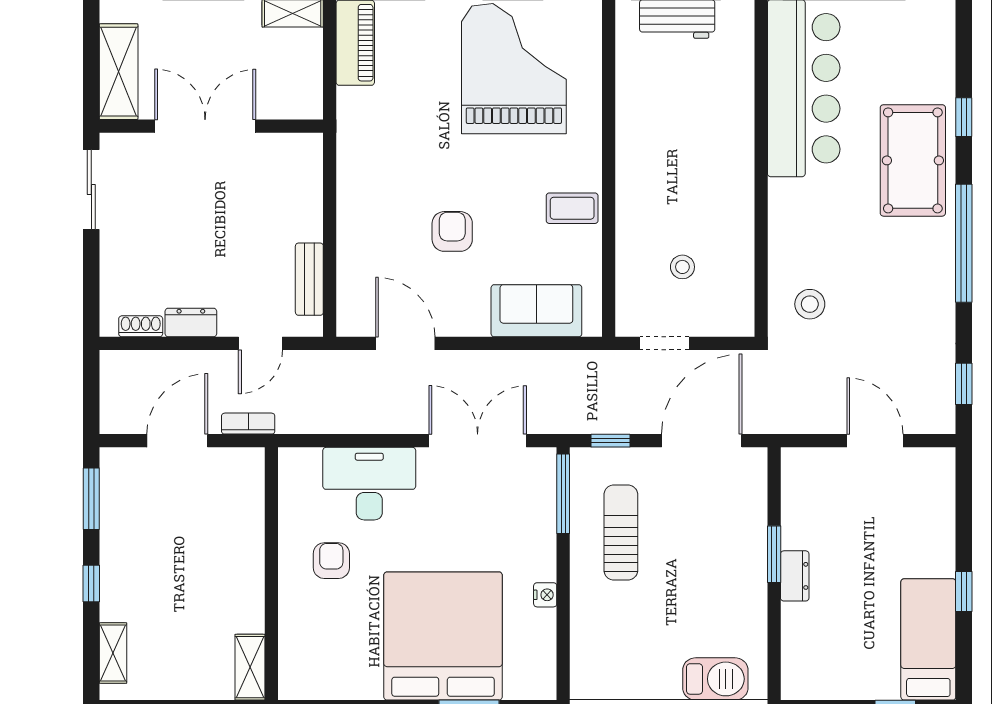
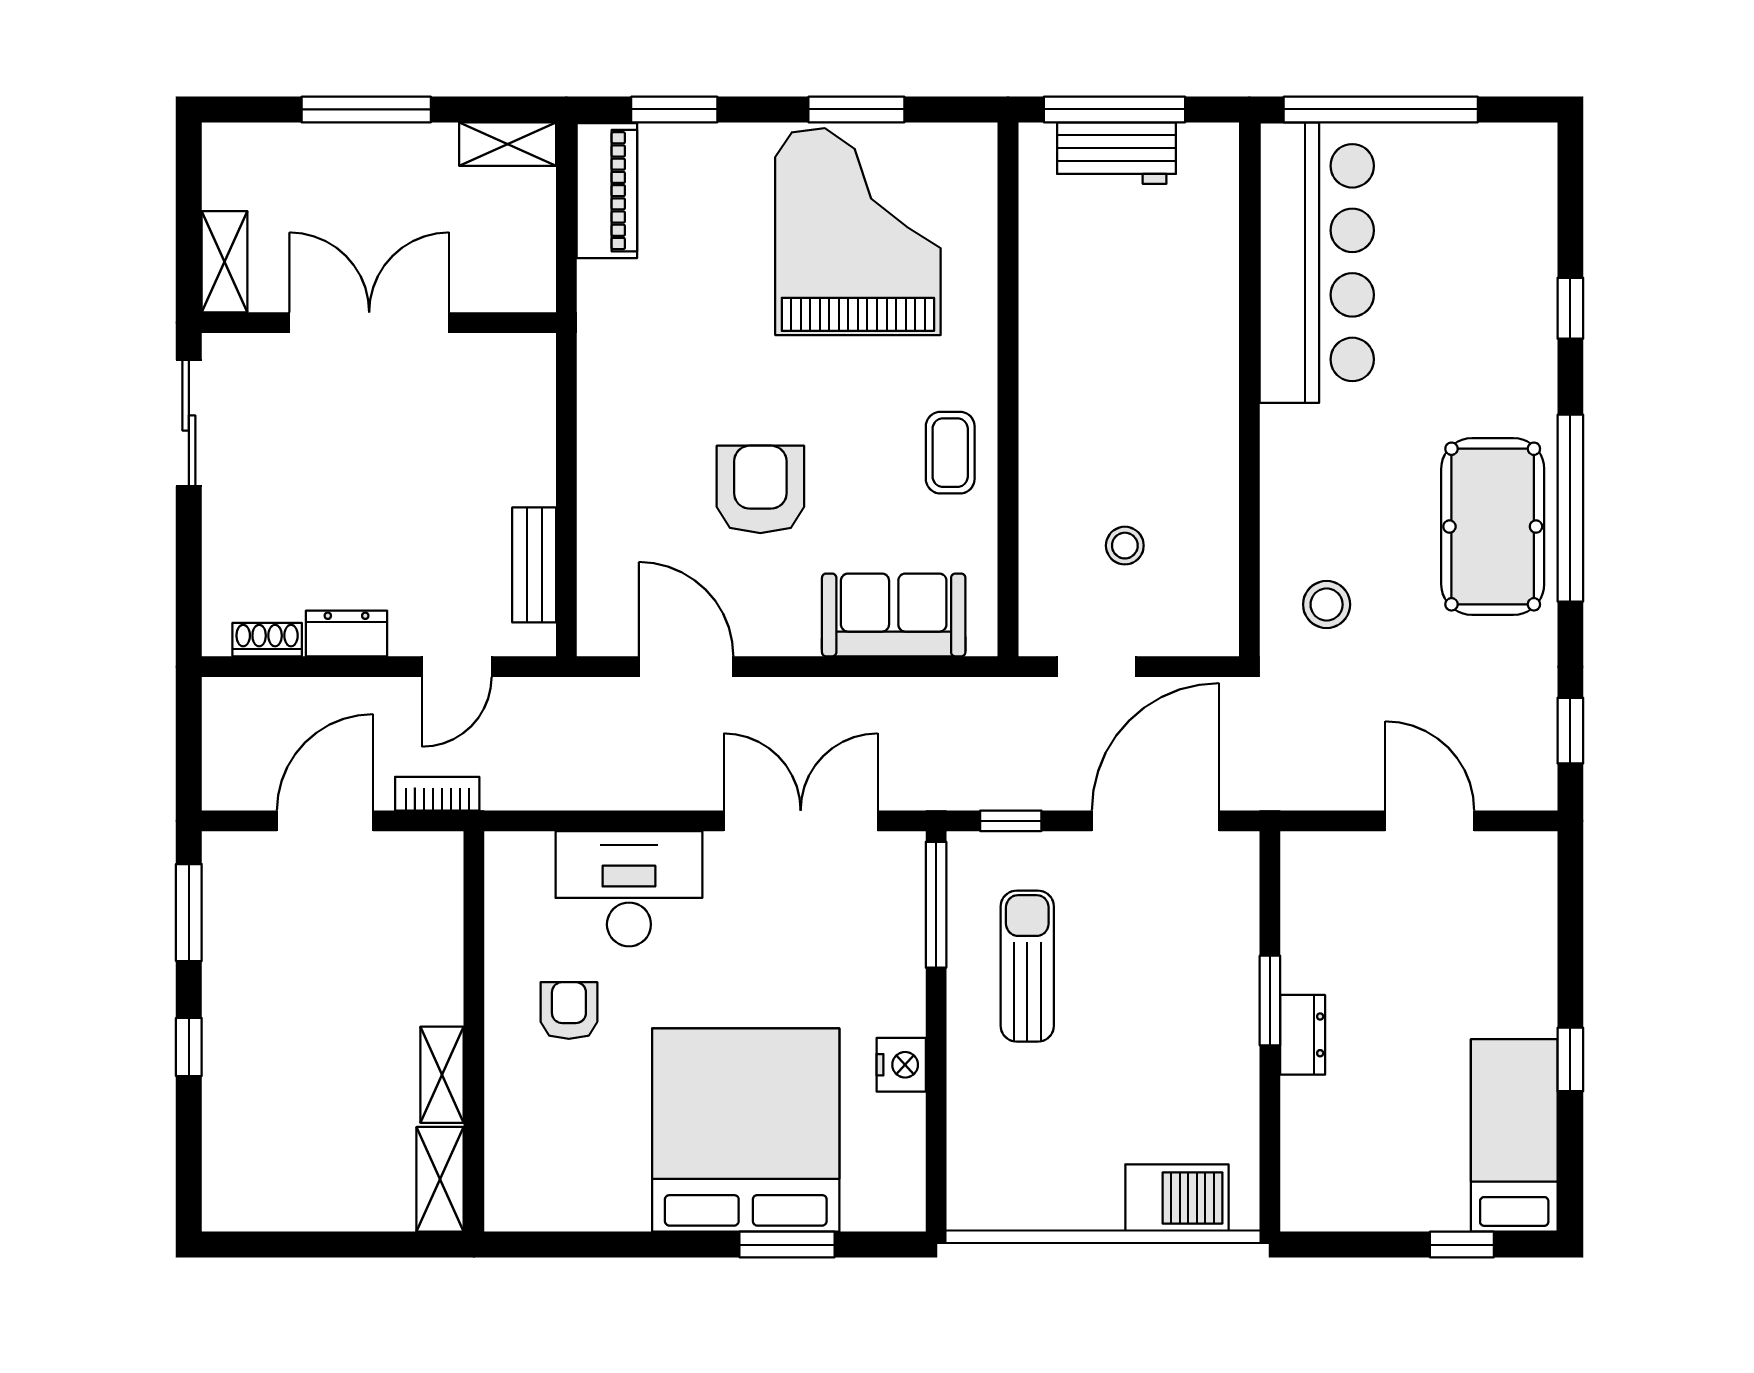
shelving: (119, 72) -> (224, 262), width x0.67, depth x0.75
pool table: (913, 160) -> (1493, 527), moved
coffee table: (572, 208) -> (950, 453), turned 90
armchair: (452, 231) -> (760, 489), width x1.38, depth x1.38
nightstand: (545, 595) -> (901, 1065), width x1.39, depth x1.35
shelving: (113, 653) -> (442, 1075), moved

